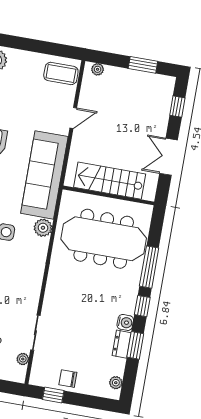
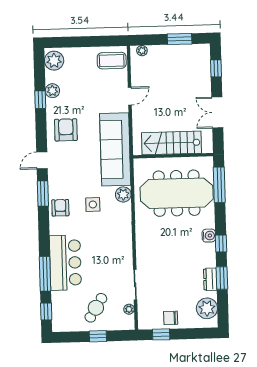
window: (149, 267) -> (219, 185), moved
water cooler: (125, 322) -> (209, 236), moved
plant: (116, 383) -> (207, 308), width x1.88, depth x1.88

